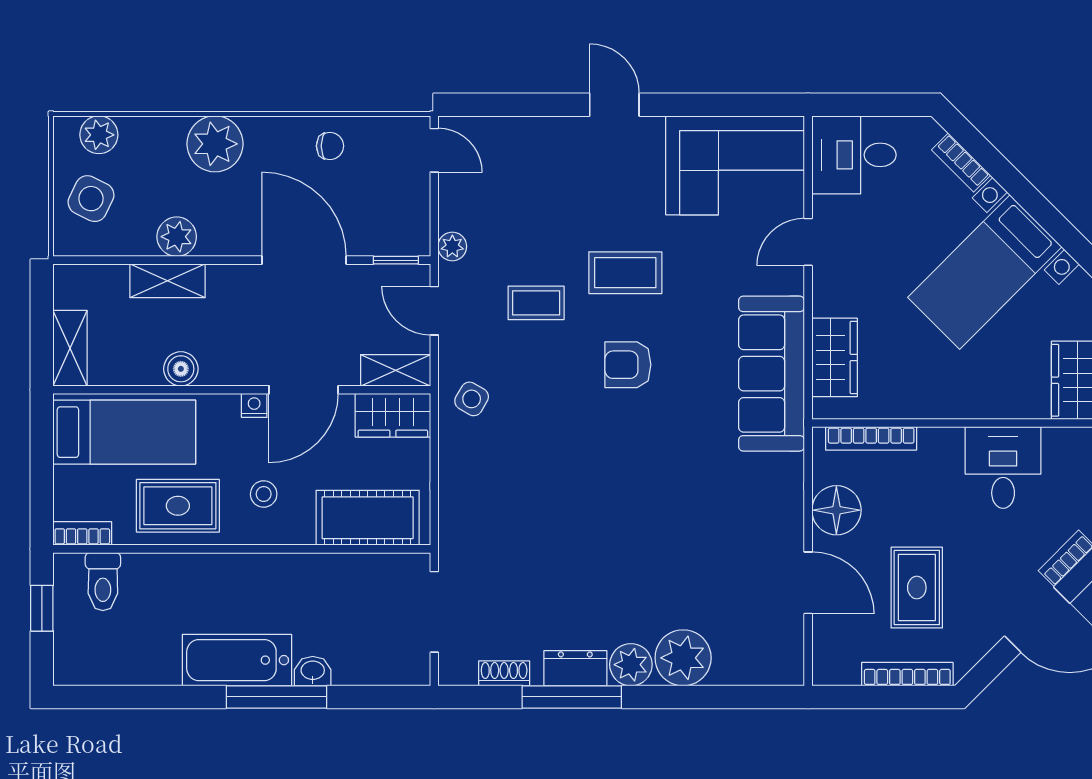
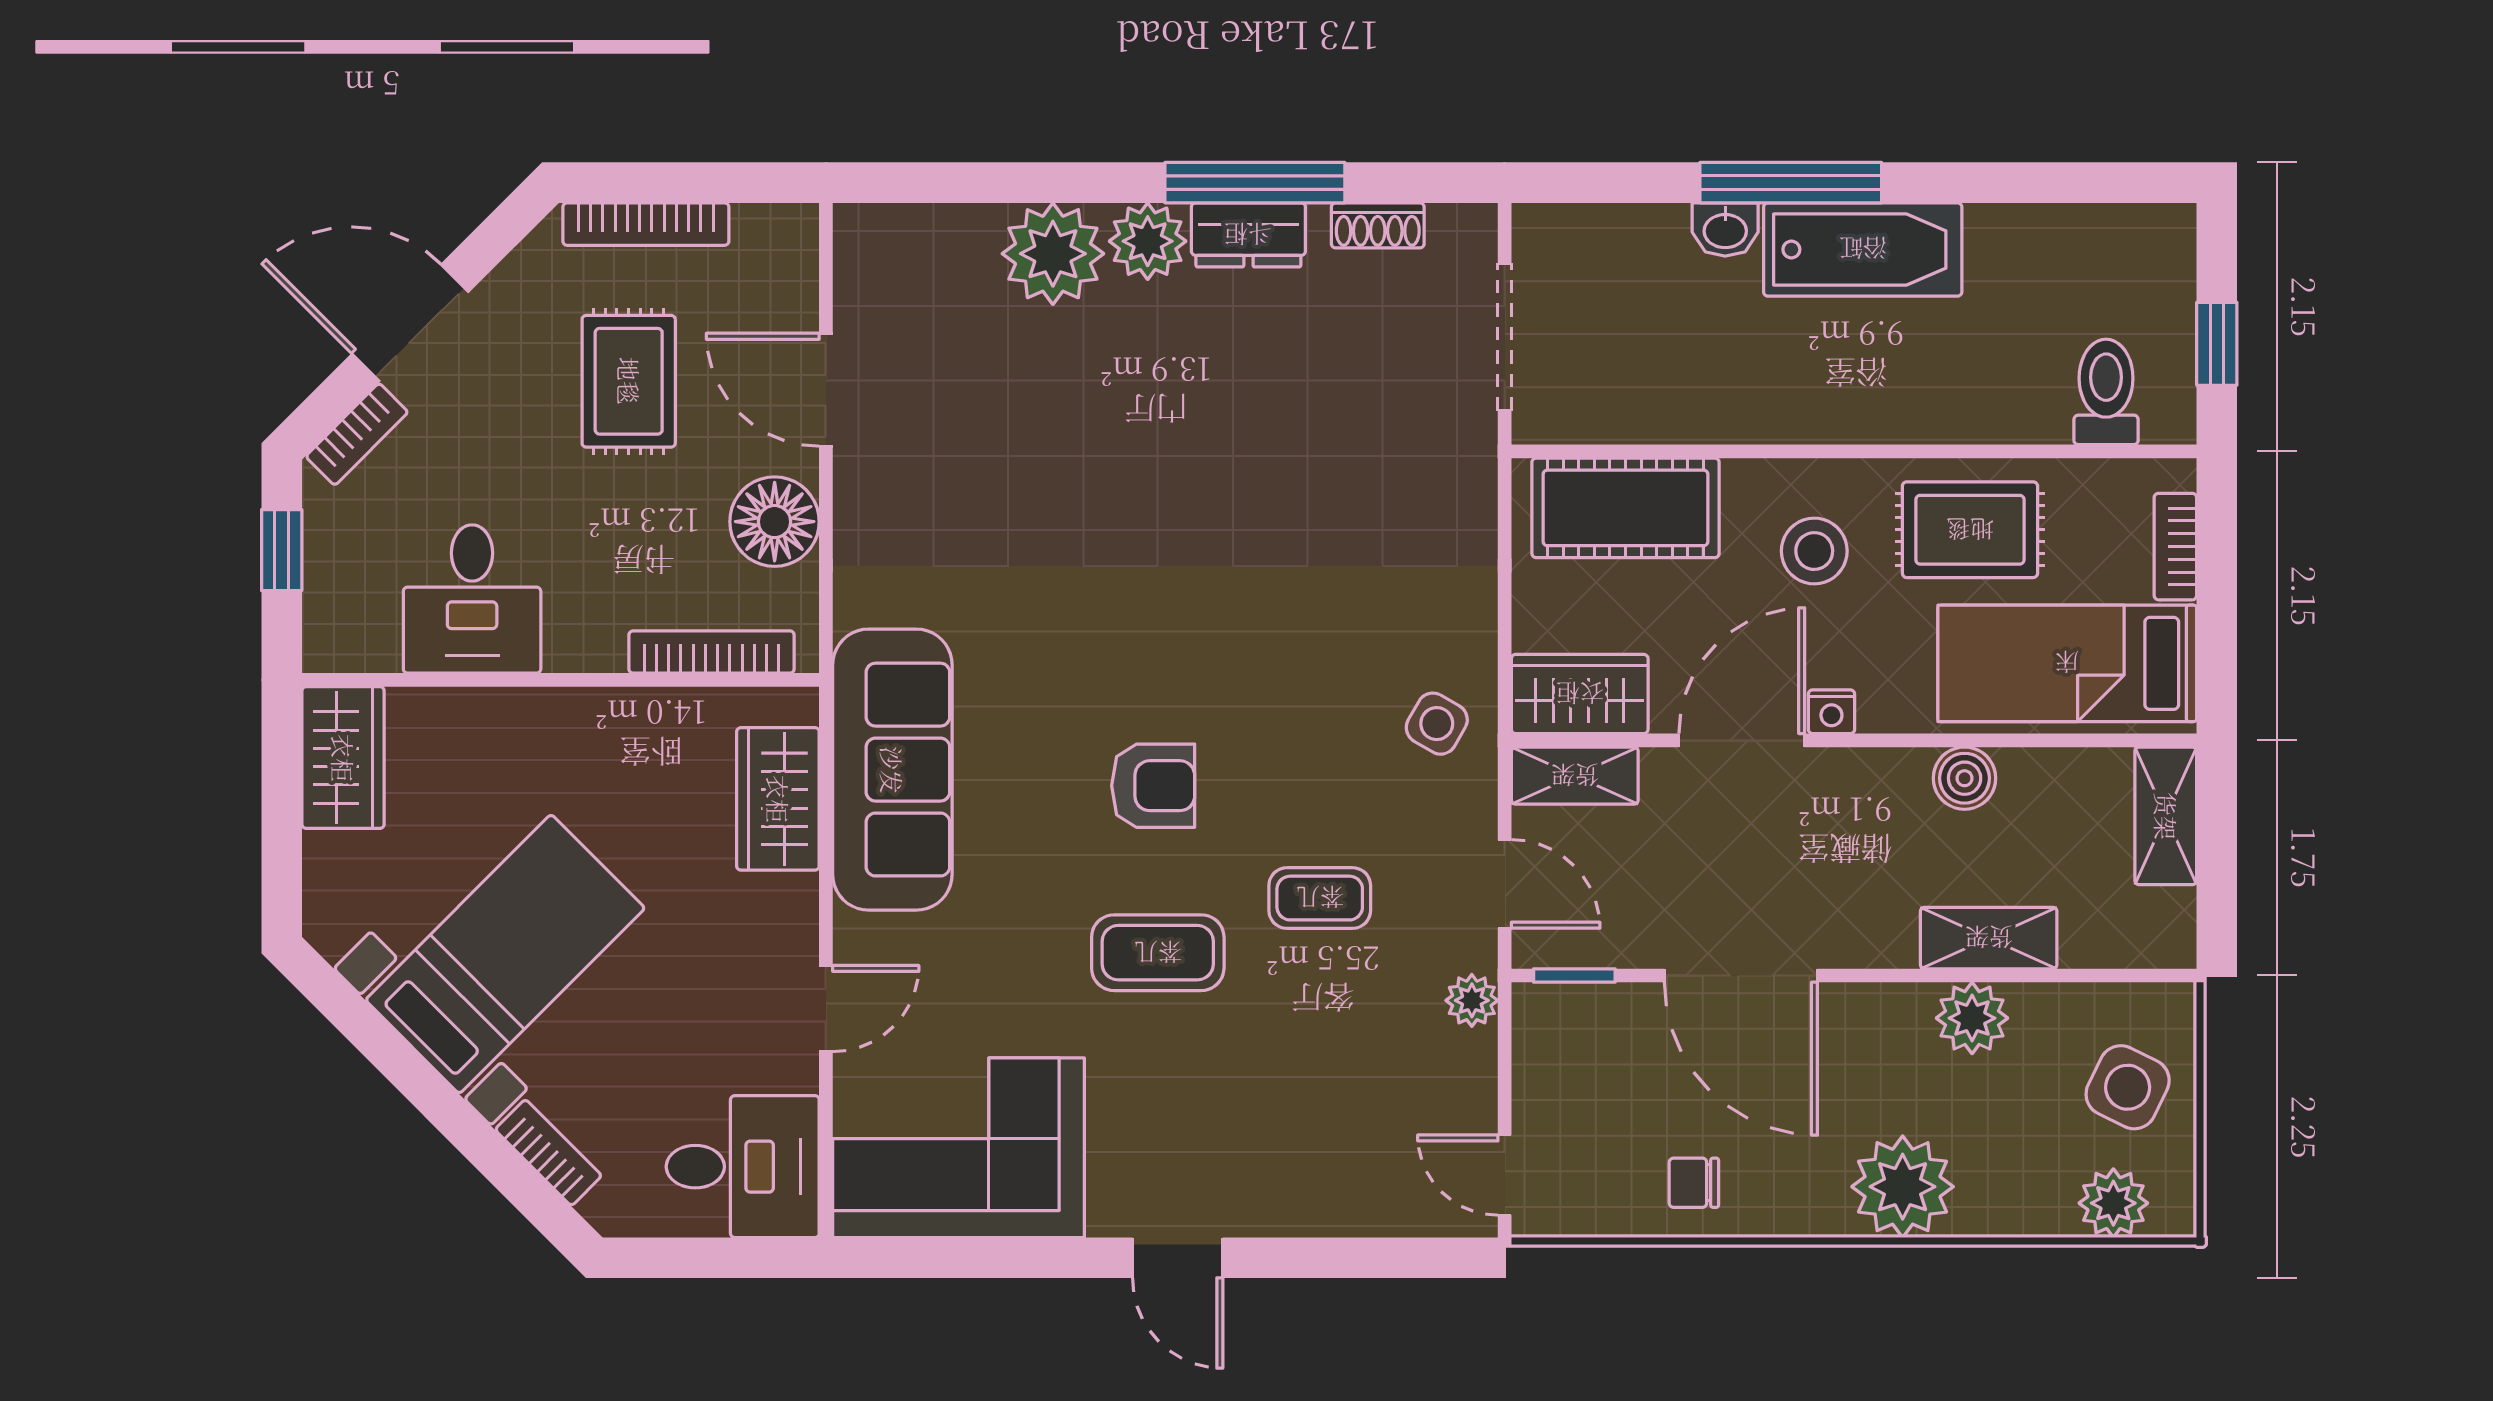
stool: (264, 494) -> (1814, 551), width x1.37, depth x1.37
bookcase: (82, 533) -> (2175, 547), moved, turned 90

